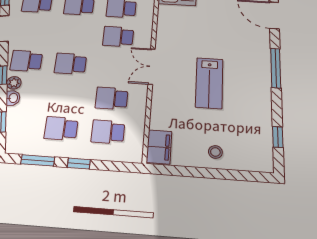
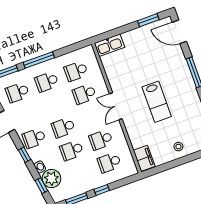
plant: (14, 83) -> (51, 179), moved, width x1.88, depth x1.88
school desk: (61, 128) -> (72, 150), moved

